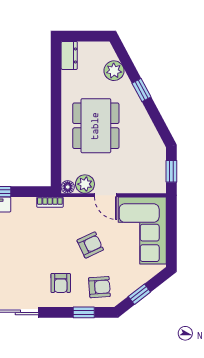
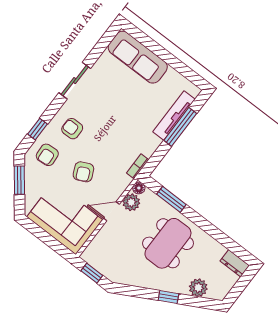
dining table: (96, 126) -> (168, 243), turned 90
window: (56, 152) -> (171, 199), added
window: (139, 294) -> (19, 180), width x1.50

